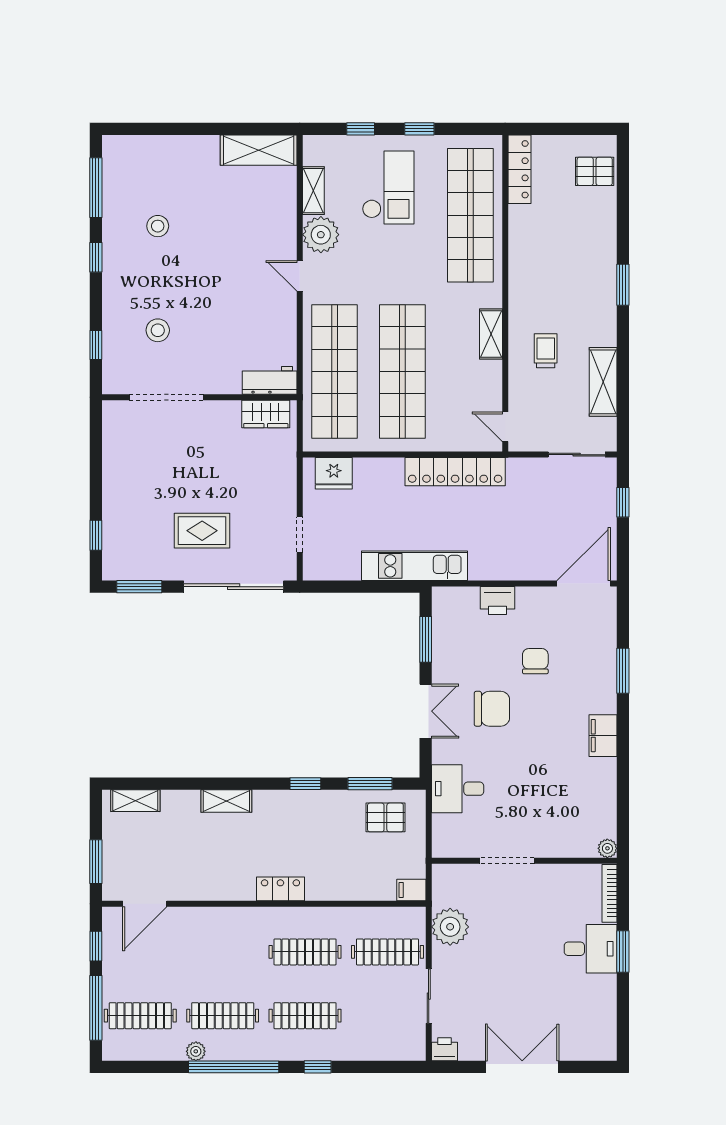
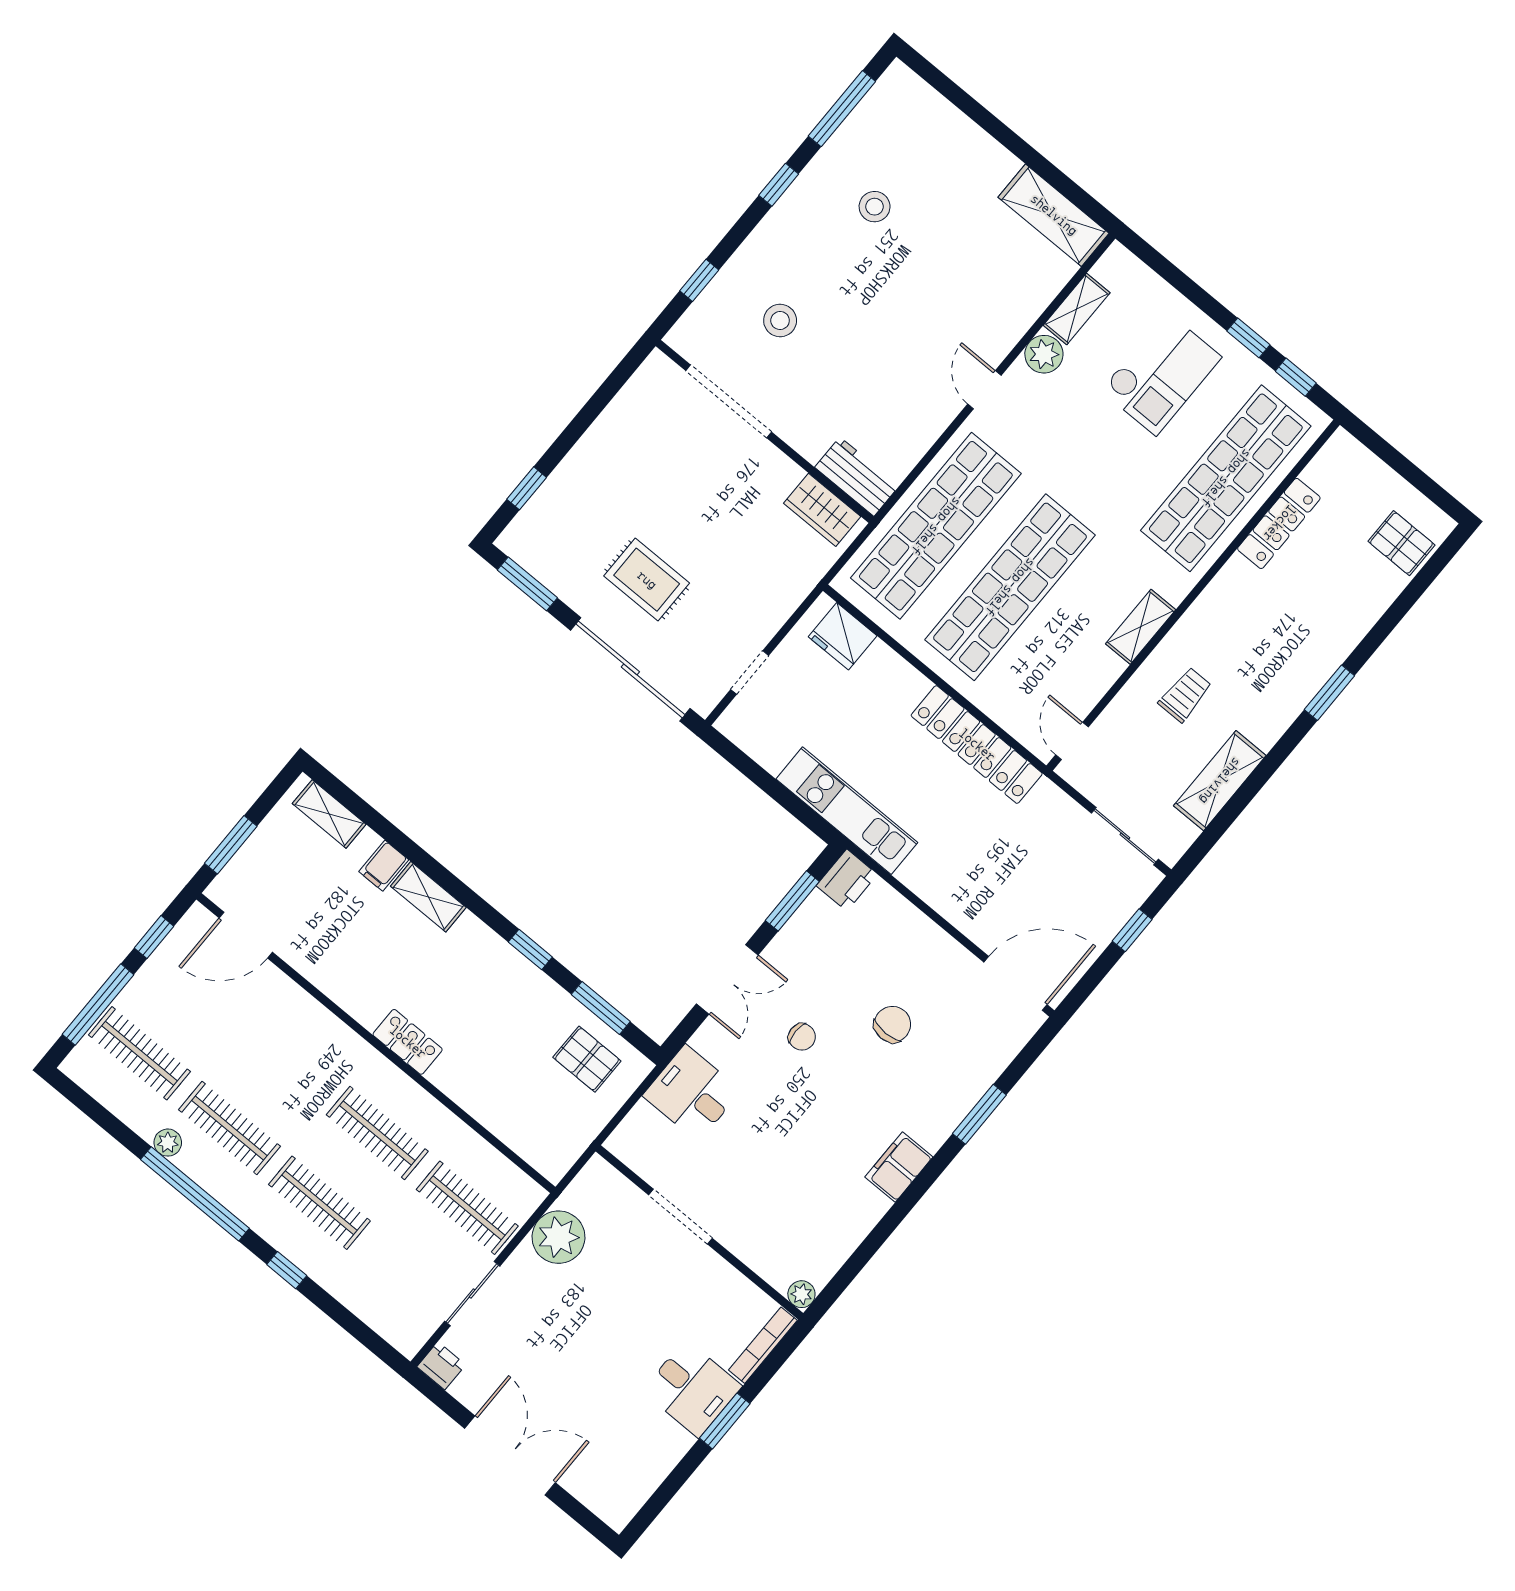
window: (361, 129) -> (1296, 377), moved
locker: (519, 169) -> (1279, 523), moved
plant: (321, 235) -> (1044, 354), width x0.73, depth x0.73
printer: (498, 601) -> (847, 880), moved, turned -90
chair: (492, 709) -> (802, 1037), width x0.54, depth x0.54
filing cabinet: (411, 890) -> (384, 866), moved, turned -90

